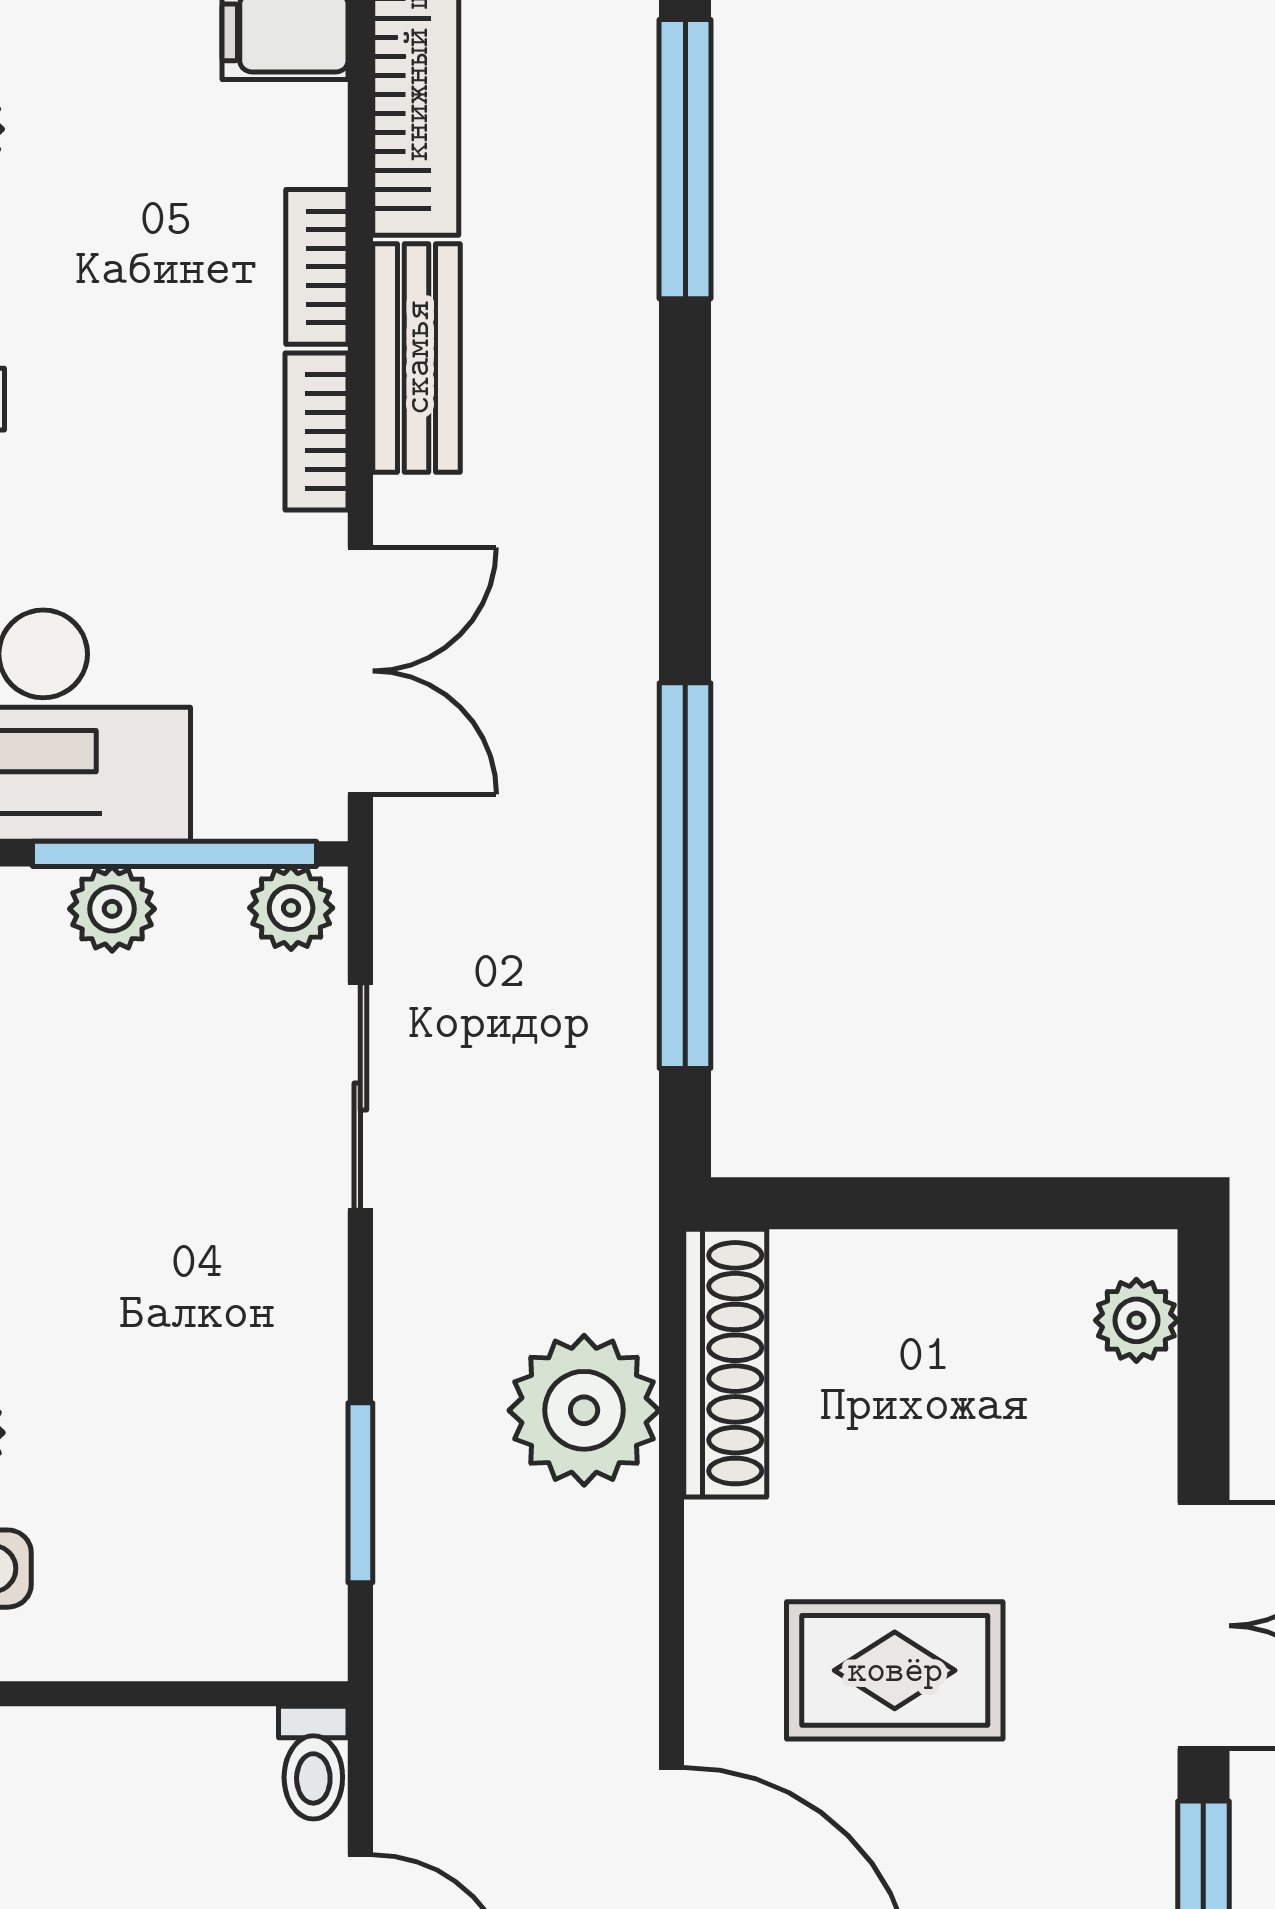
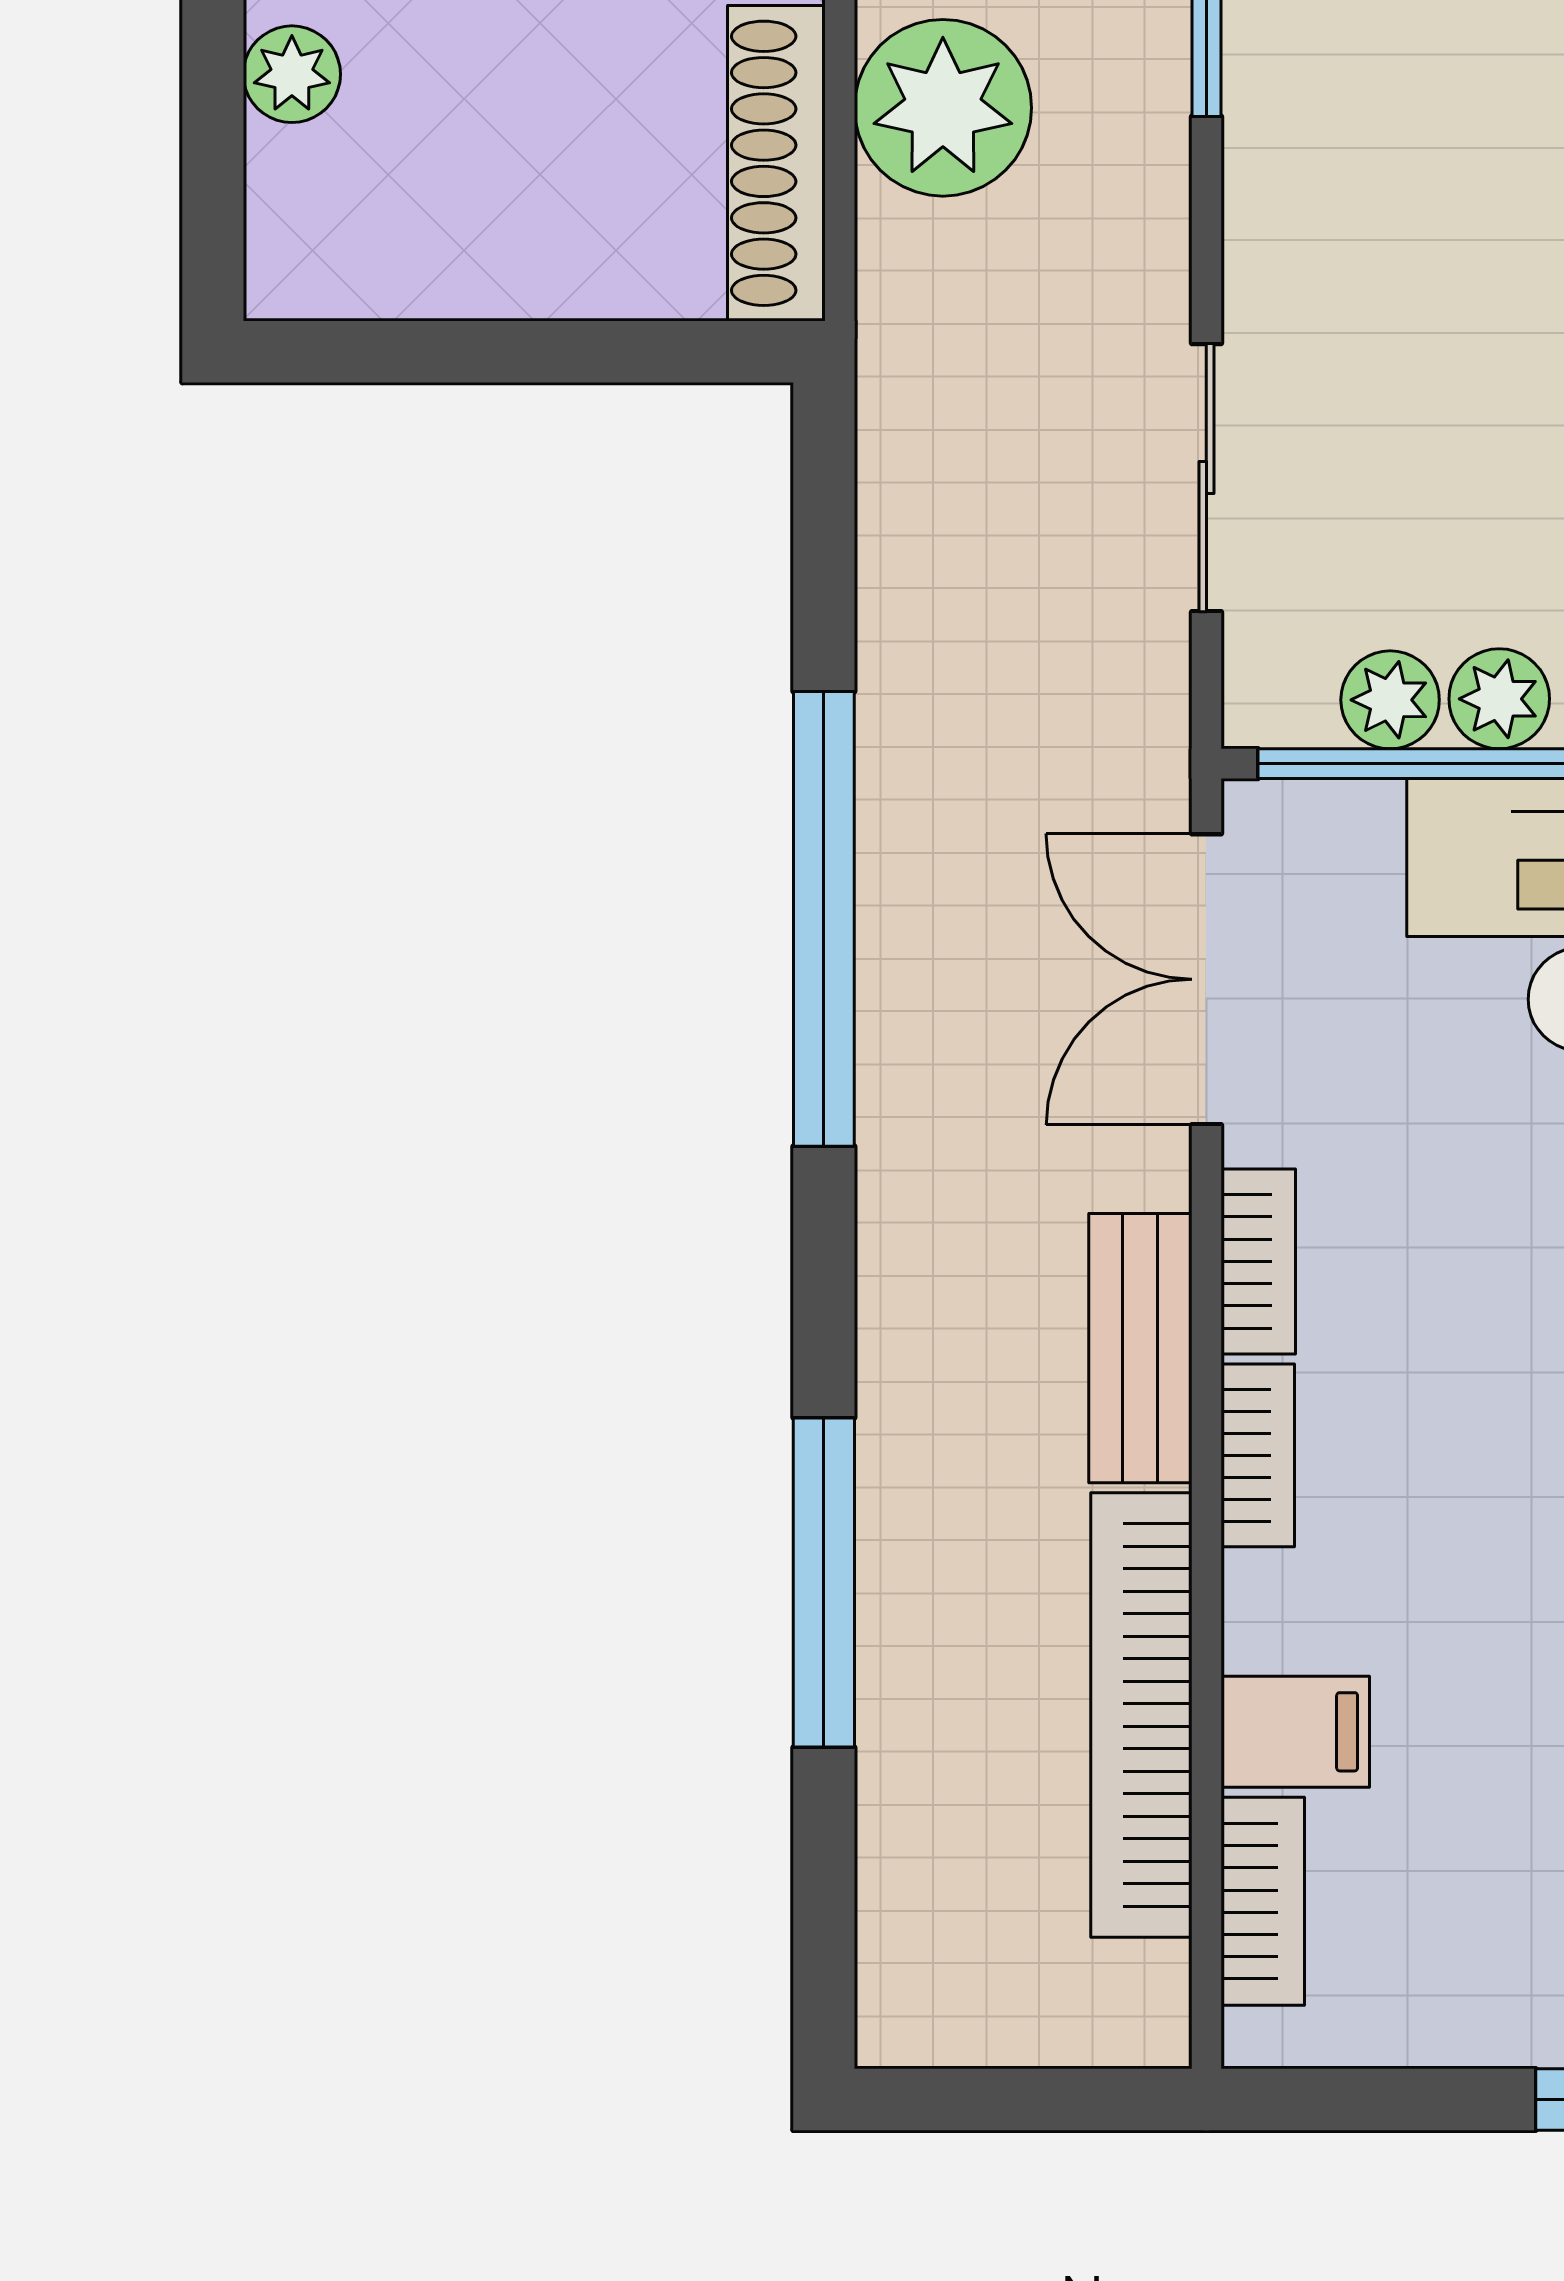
window: (685, 876) -> (824, 919), moved
plant: (291, 908) -> (1390, 700), moved
plant: (1136, 1320) -> (292, 74), moved

